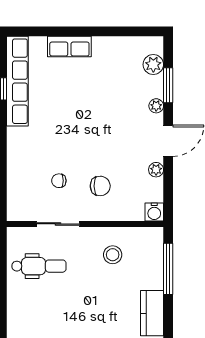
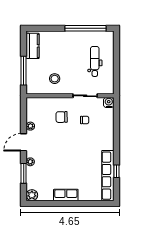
row of seats: (69, 46) -> (66, 195), moved
plant: (153, 65) -> (32, 195), moved
water cooler: (154, 212) -> (109, 102), moved
dental chair: (39, 266) -> (95, 61), moved, turned 90

